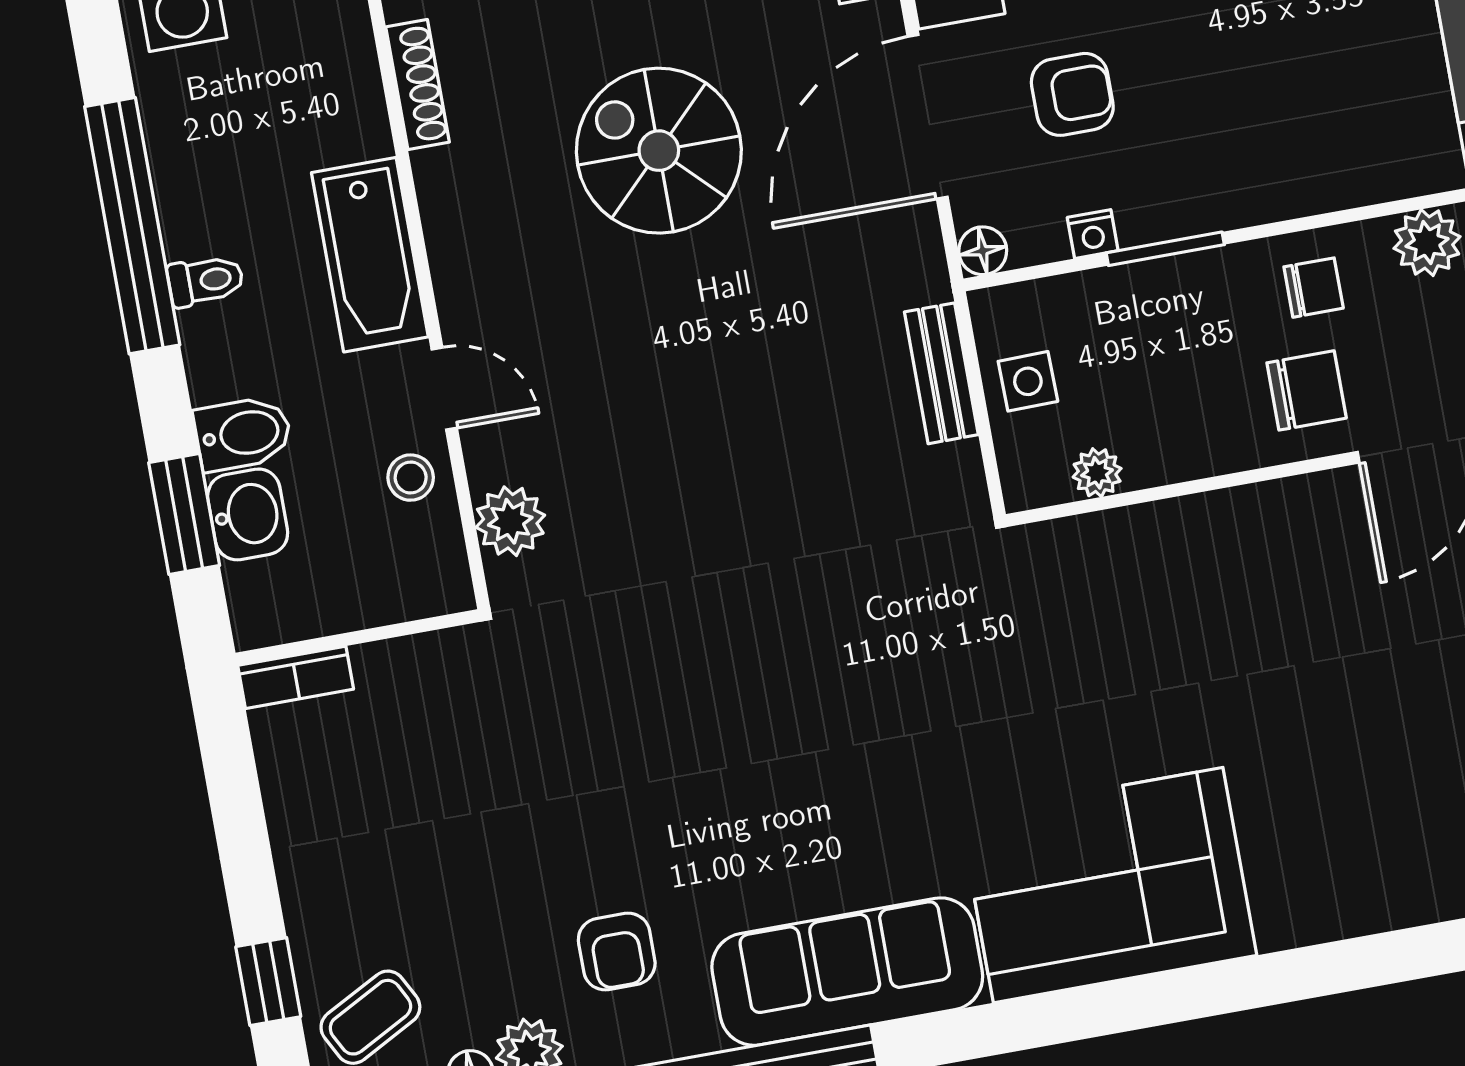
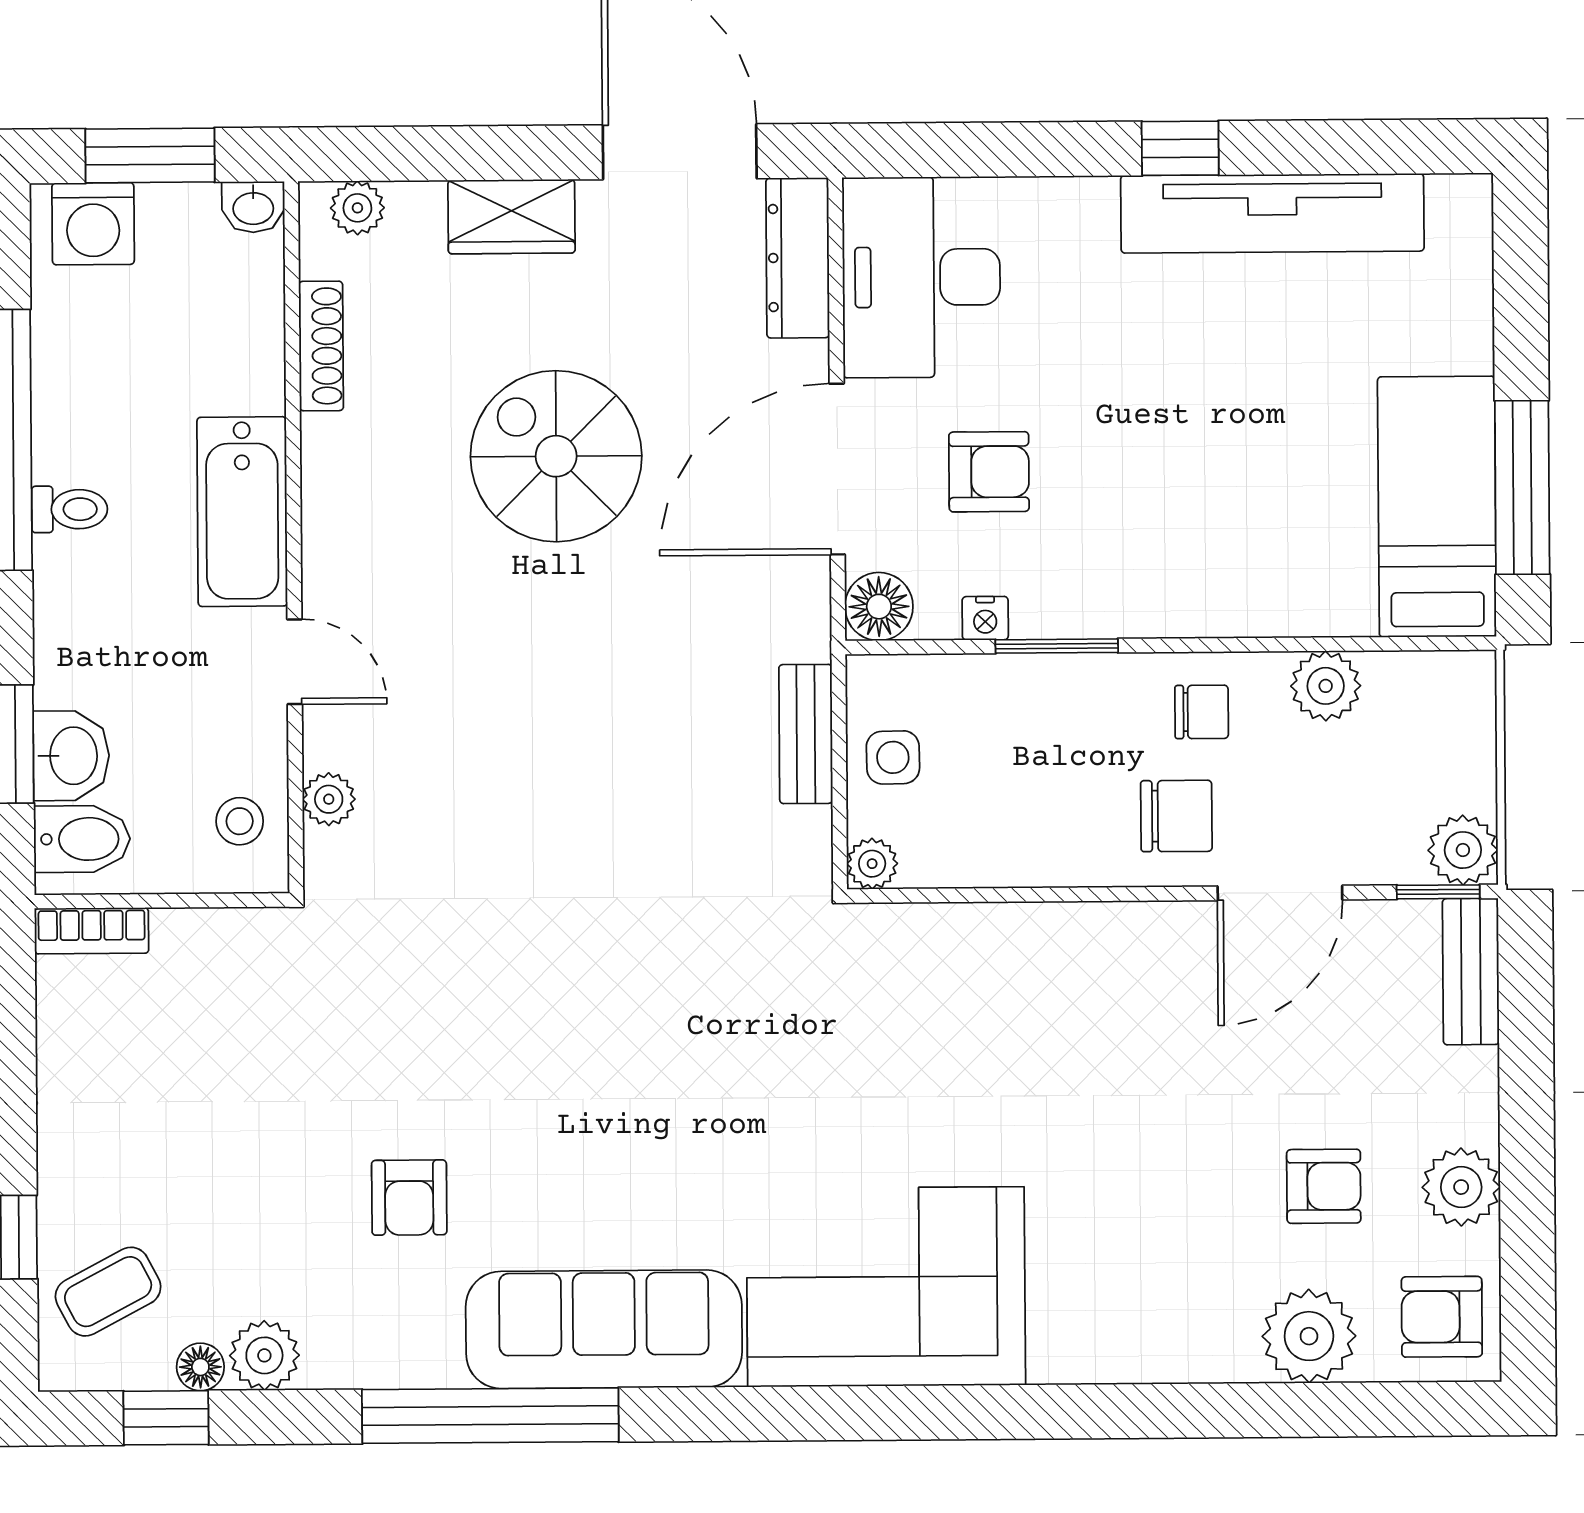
floor lamp: (983, 251) -> (879, 607), width x1.37, depth x1.37
bidet: (243, 434) -> (82, 839), moved
plant: (1097, 473) -> (872, 864), moved
stool: (411, 478) -> (240, 821), moved
plant: (510, 521) -> (329, 799), width x0.73, depth x0.73
armchair: (617, 952) -> (409, 1198), moved

